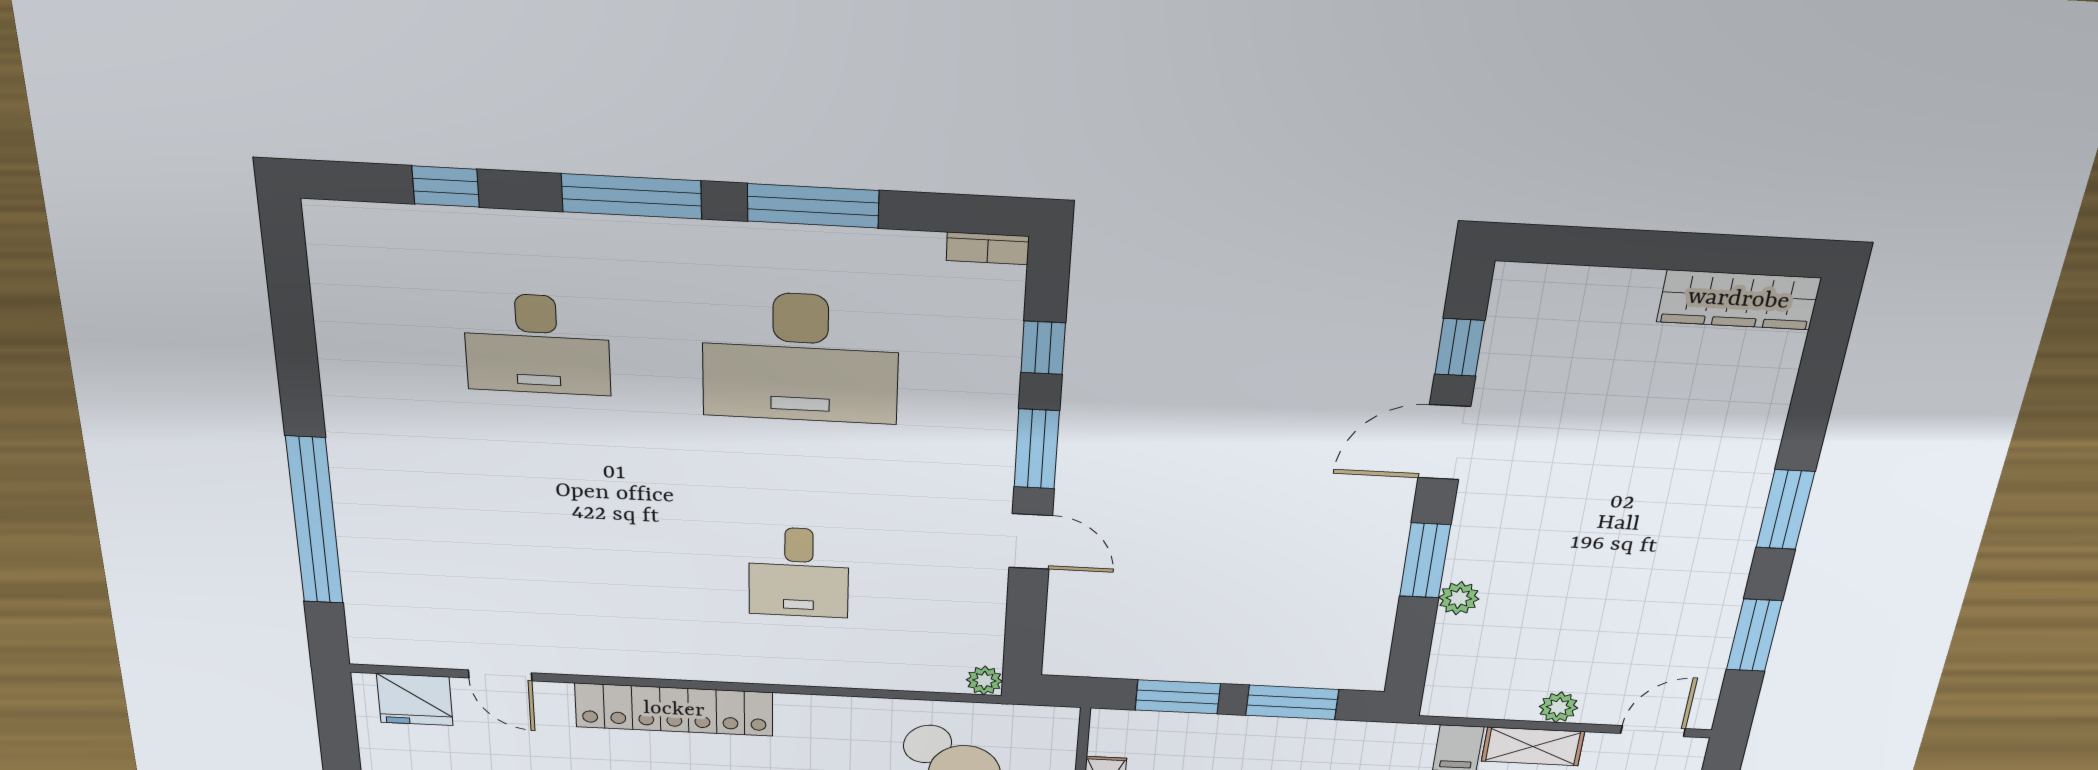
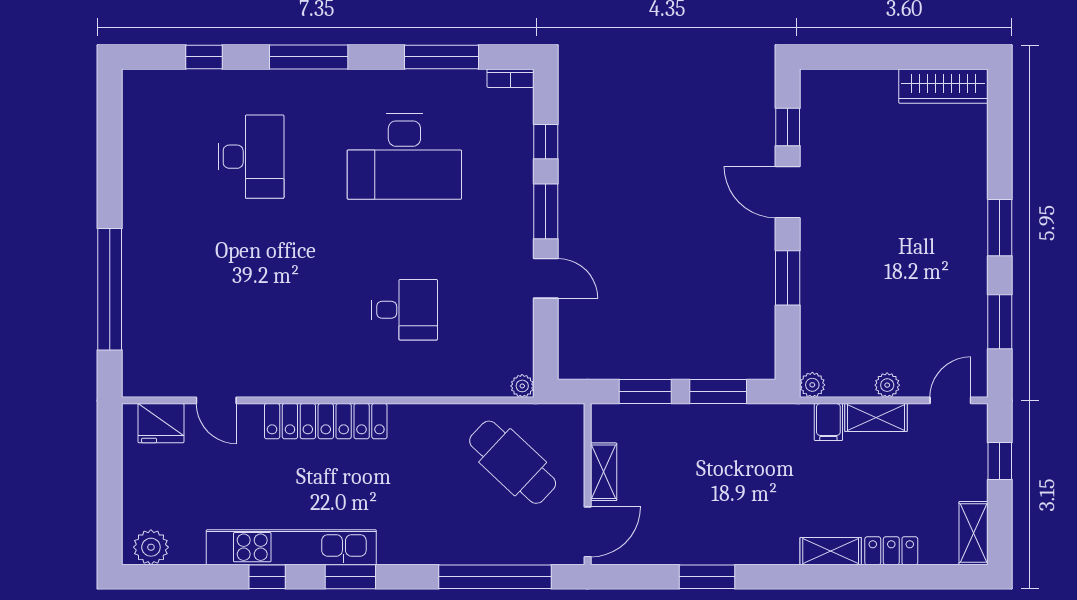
window: (813, 206) -> (441, 57), moved
desk: (537, 344) -> (251, 157), turned -90
door: (1444, 442) -> (788, 192), hinge flipped
desk: (799, 572) -> (404, 310), turned -90
plant: (1459, 598) -> (812, 385), moved

